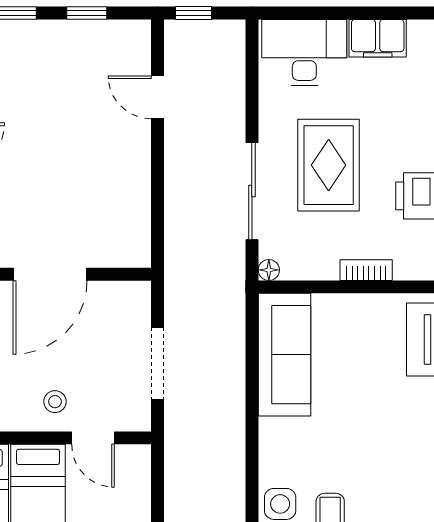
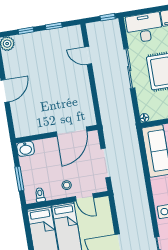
window: (193, 13) -> (108, 17), moved
sliding door: (252, 191) -> (129, 68), moved
door: (50, 274) -> (72, 132), moved

